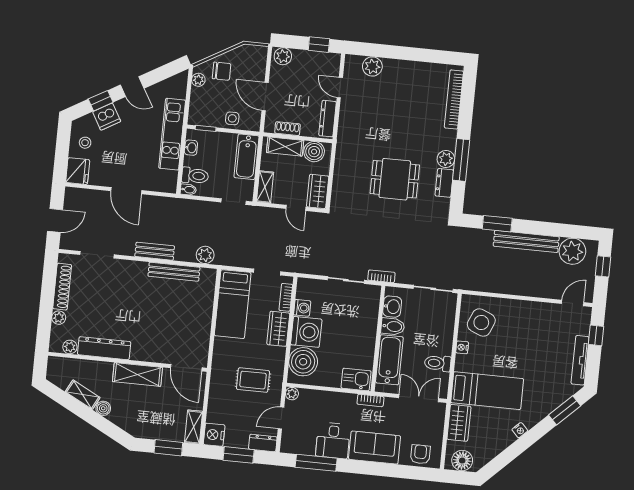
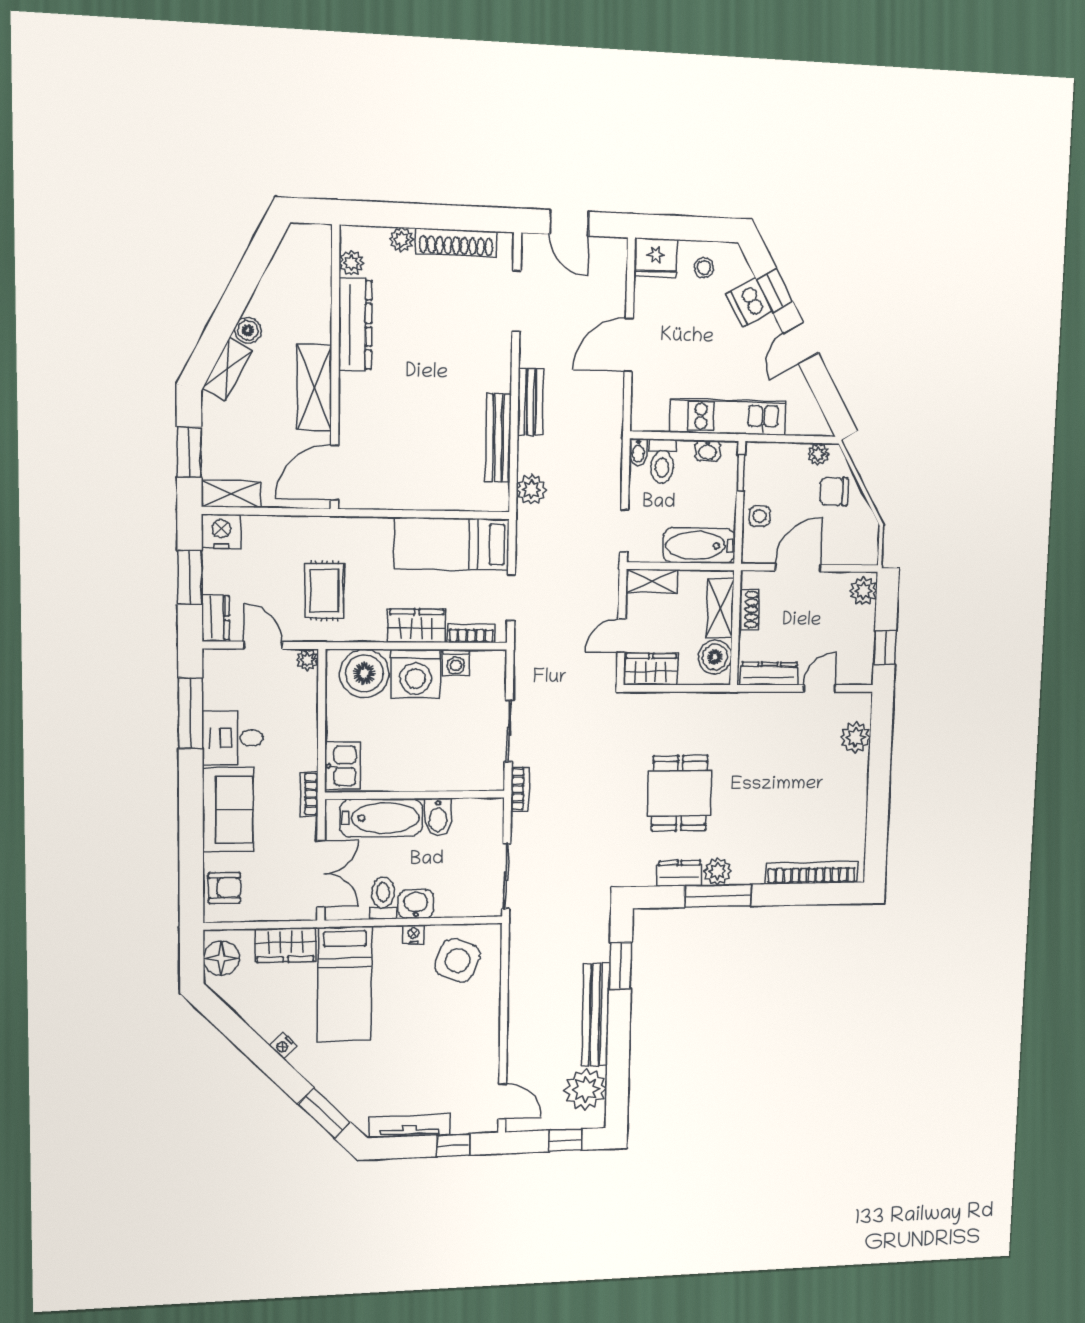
chair: (222, 71) -> (834, 492), turned 90
washbasin: (392, 307) -> (416, 904), moved, turned 180
shelving: (83, 395) -> (227, 369), moved

